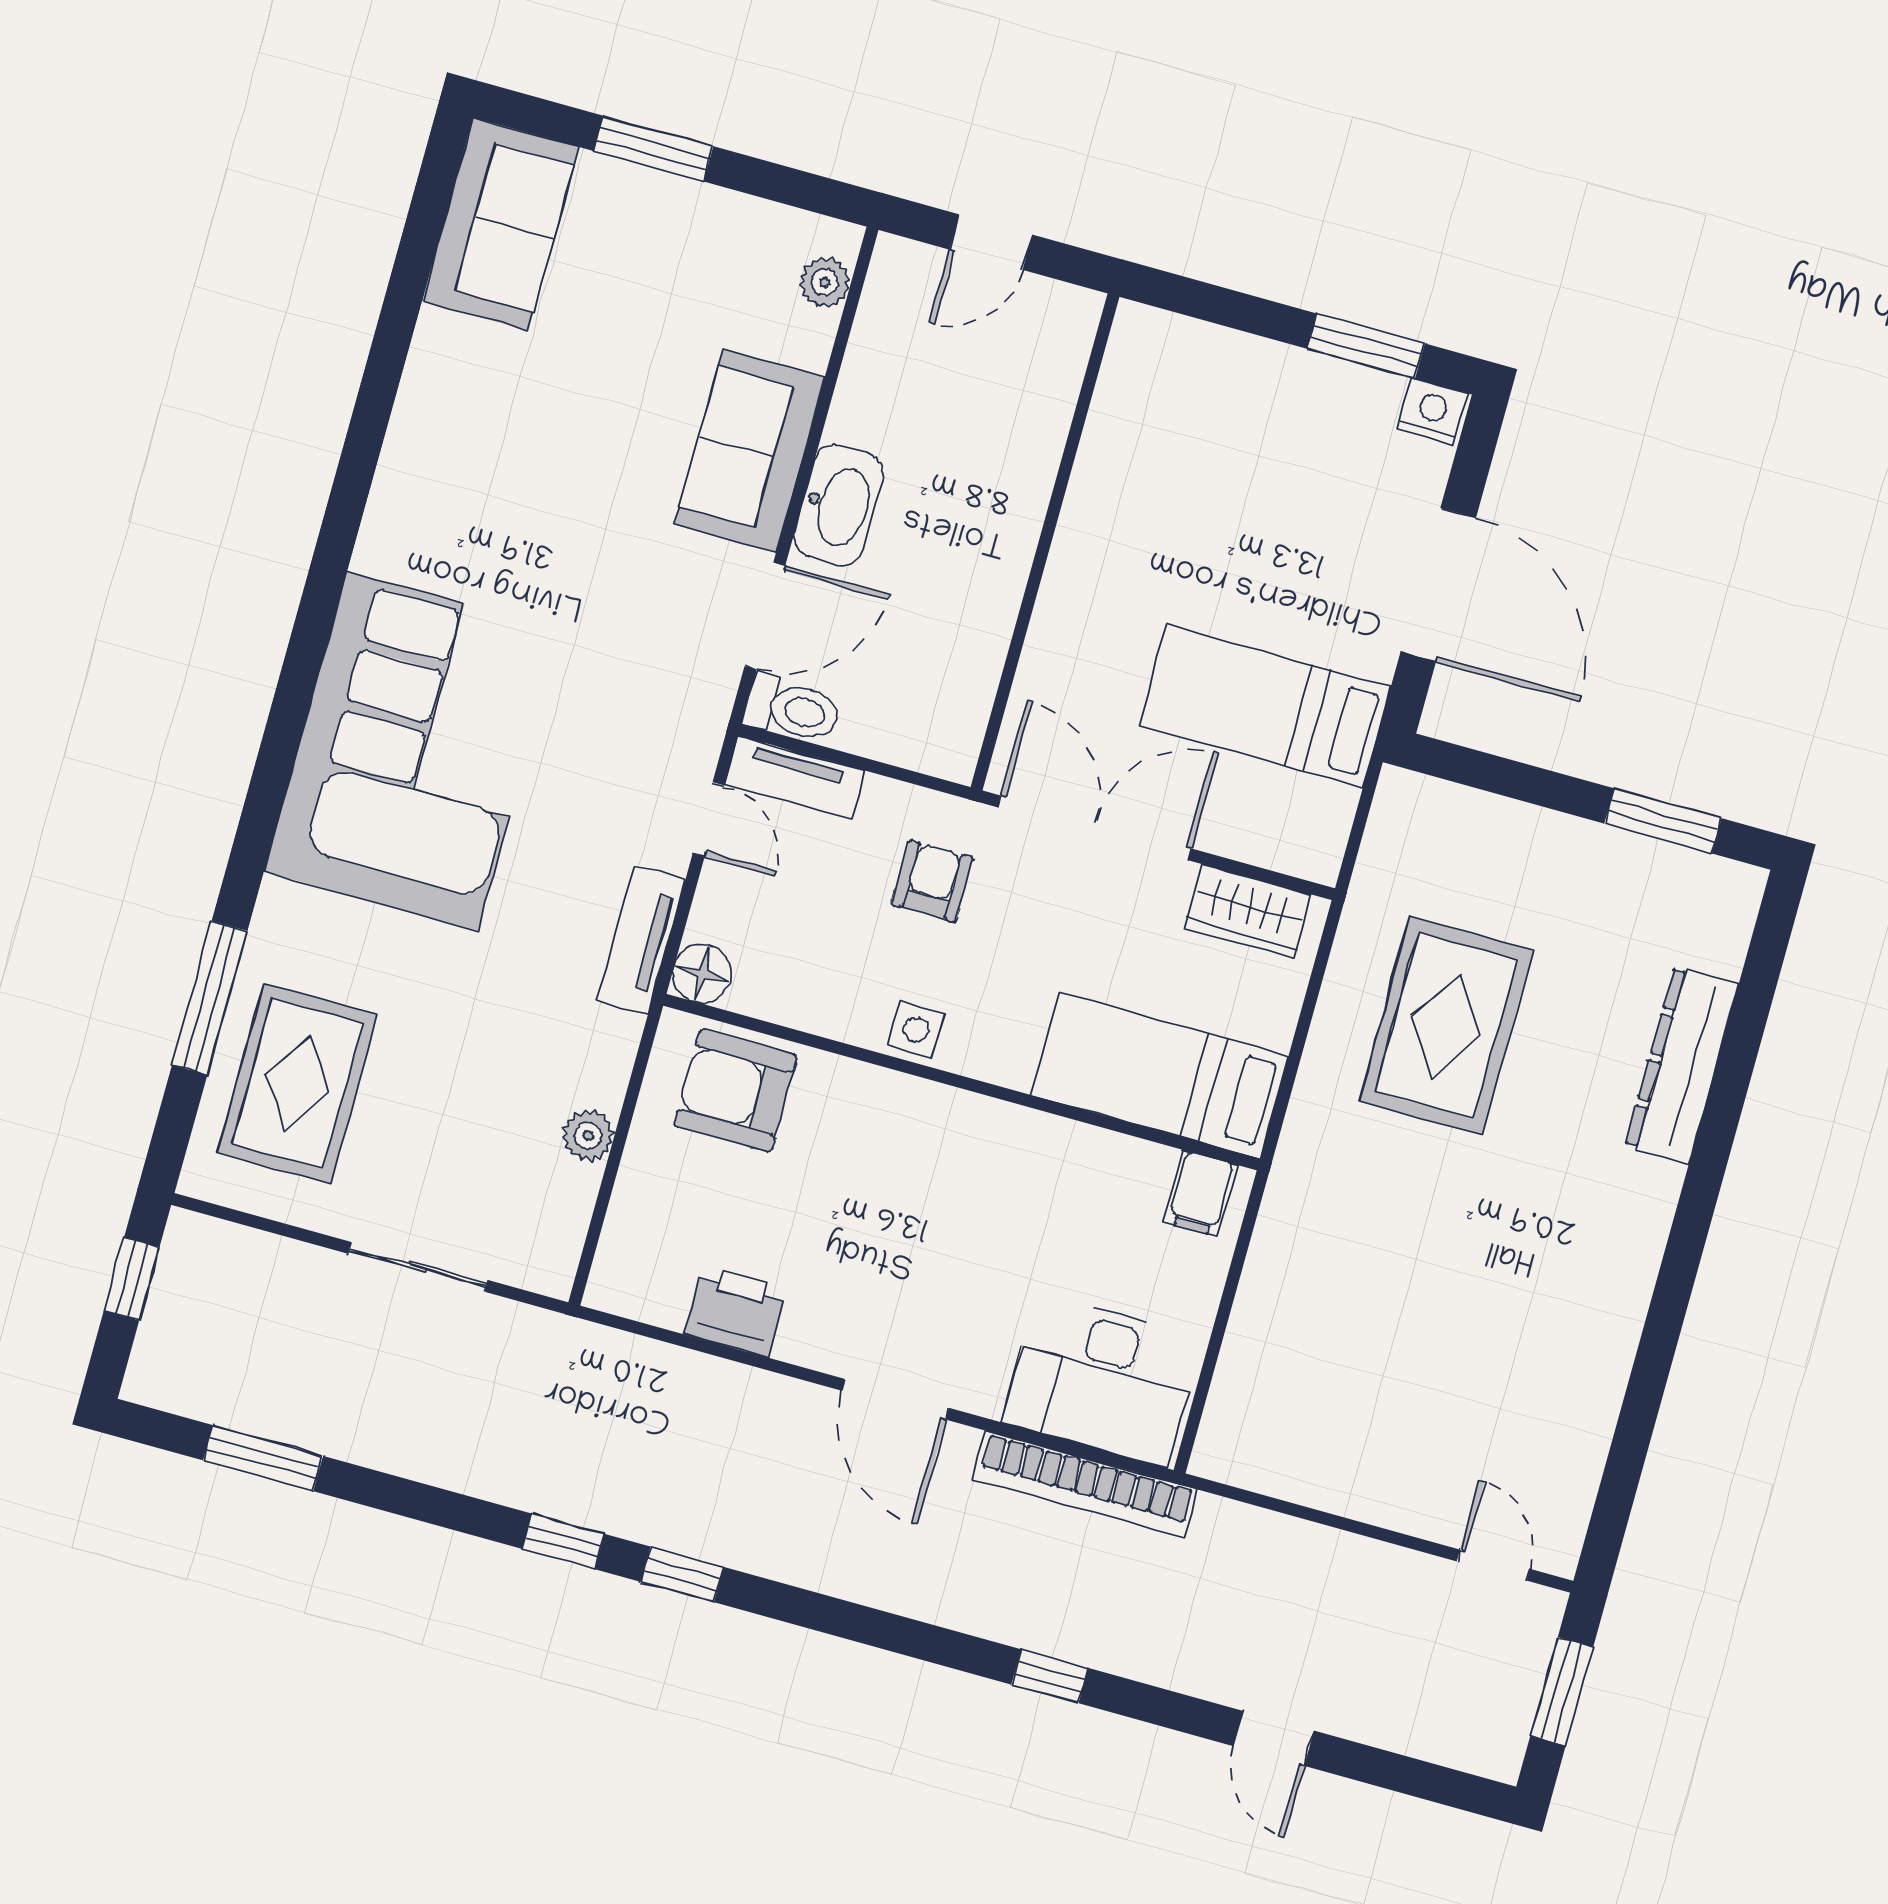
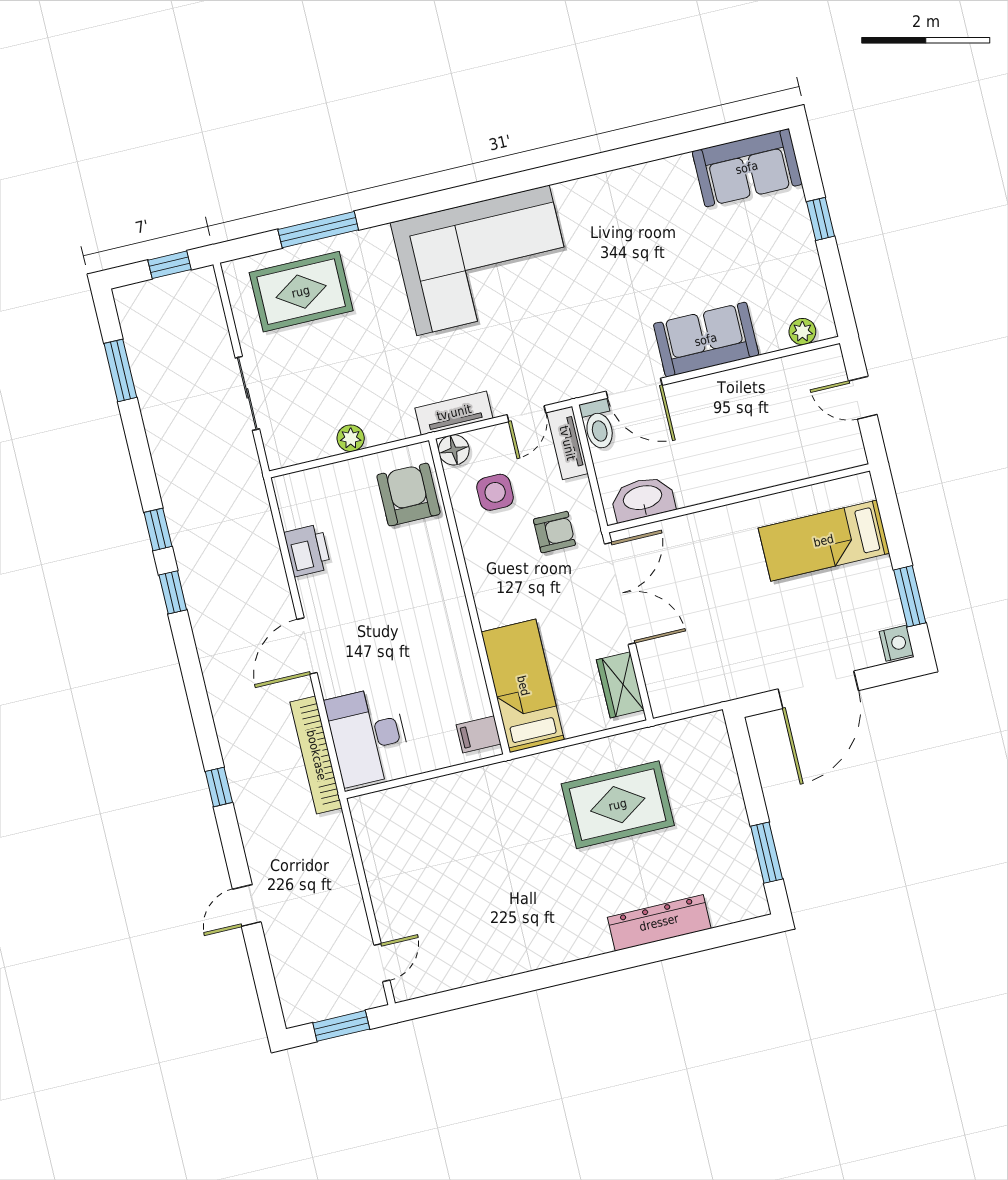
window: (653, 148) -> (821, 219), width x0.67
washbasin: (839, 505) -> (643, 499), moved, turned 180
bed: (1265, 706) -> (824, 541), moved, turned -90
side table: (916, 1030) -> (495, 492), moved, width x1.37, depth x1.37

